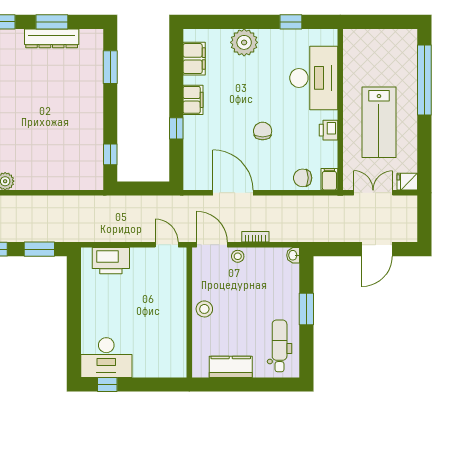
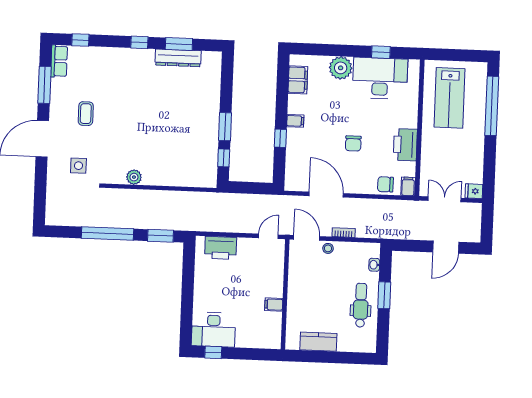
window: (110, 67) -> (225, 127), moved
desk: (314, 78) -> (380, 78), moved, turned -90
filing cabinet: (193, 100) -> (295, 121), width x0.50
lab bench: (379, 122) -> (450, 98), moved
printer: (328, 130) -> (405, 145), width x1.87, depth x1.48
chair: (263, 131) -> (353, 143), turned 180
door: (167, 245) -> (268, 236), hinge flipped
washbasin: (293, 255) -> (374, 265), moved
stool: (204, 309) -> (298, 292), removed
filing cabinet: (176, 325) -> (274, 304), added
dental chair: (280, 346) -> (361, 305), moved

